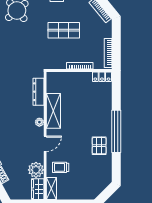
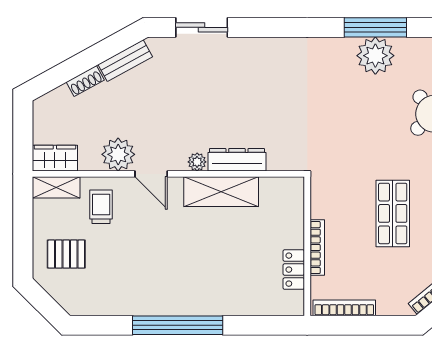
locker: (102, 77) -> (294, 270), moved
dresser: (38, 92) -> (237, 160), moved
pallet: (99, 146) -> (66, 254), moved
plant: (36, 170) -> (118, 154), moved

